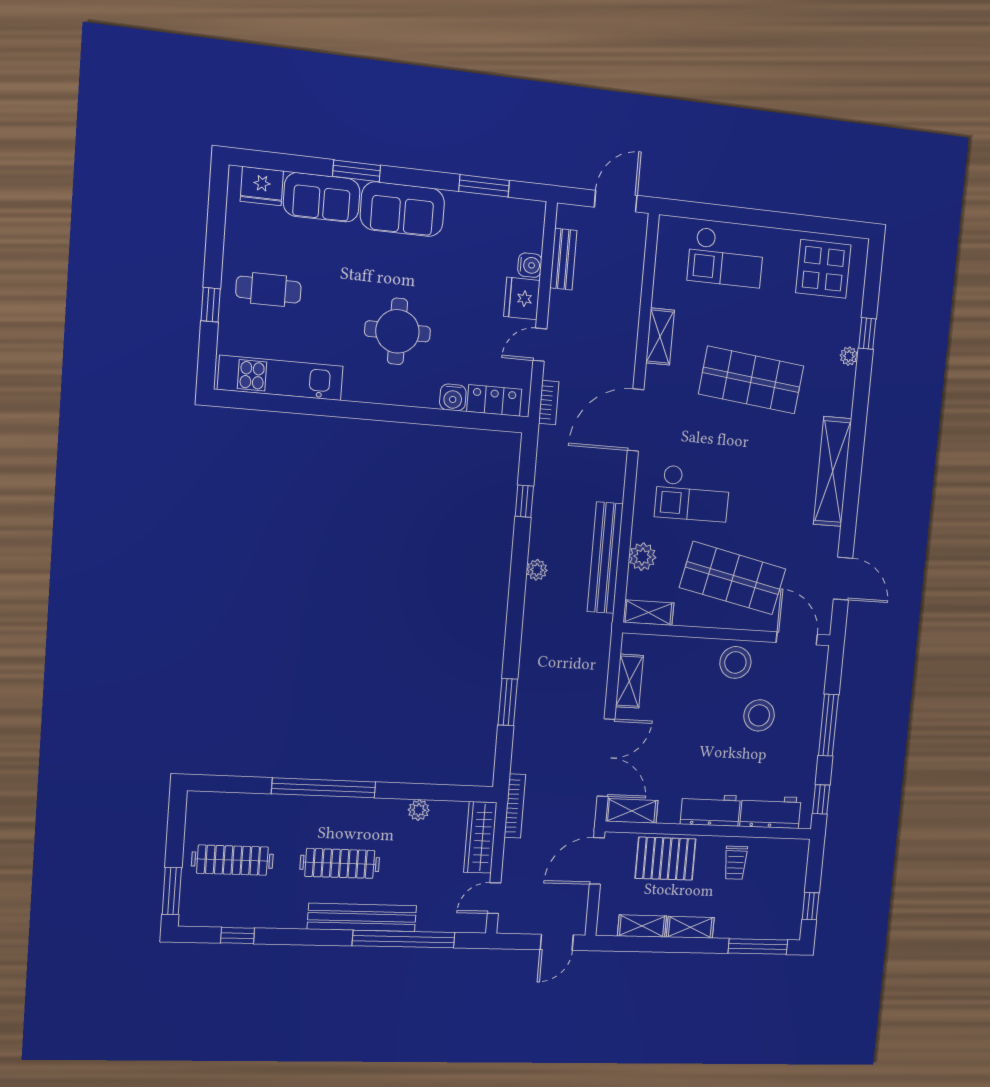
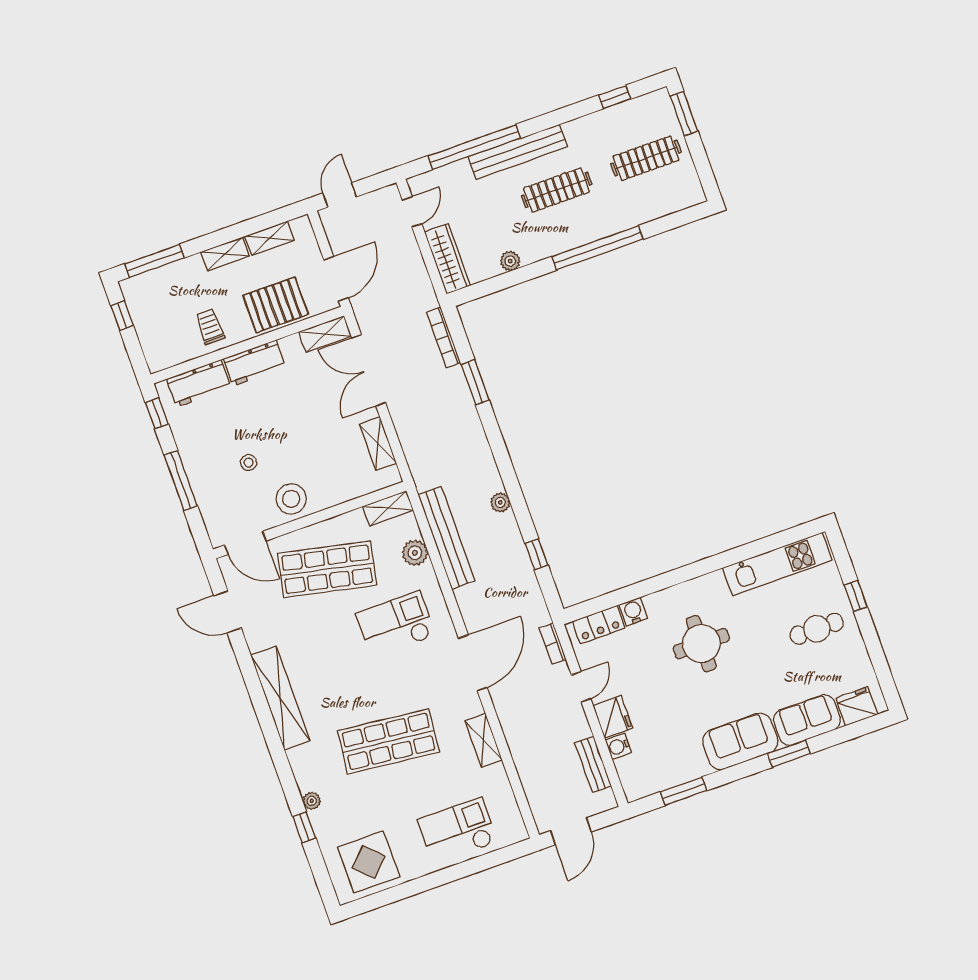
stool: (759, 715) -> (249, 463), width x0.53, depth x0.53
bookcase: (515, 806) -> (444, 337), moved

